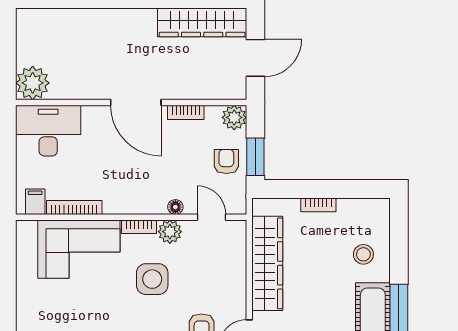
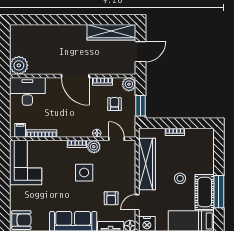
armchair: (226, 161) -> (115, 104), moved
corner sofa: (79, 249) -> (26, 163), moved, turned -90
stool: (363, 254) -> (180, 178), moved

